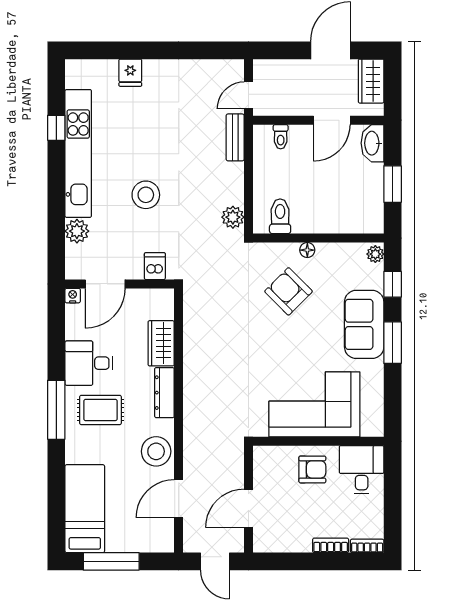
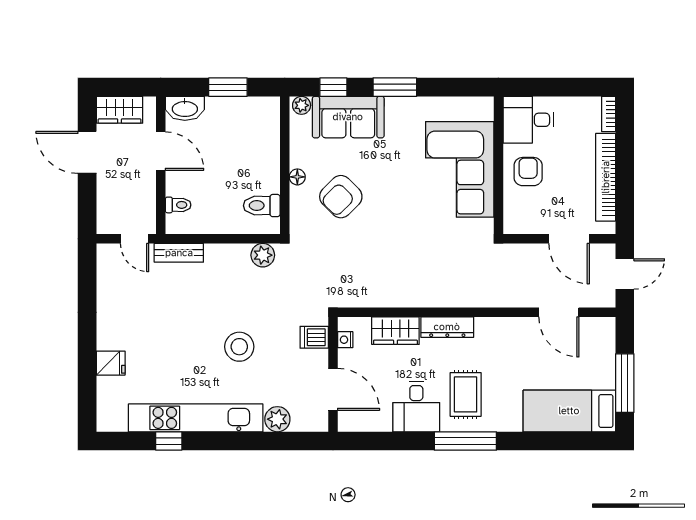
nightstand: (73, 296) -> (345, 340), moved
sofa: (364, 324) -> (348, 117), moved
stool: (156, 451) -> (509, 336), removed
bookcase: (331, 545) -> (606, 177), width x2.31, depth x1.31

